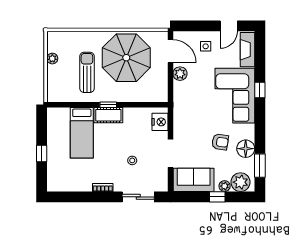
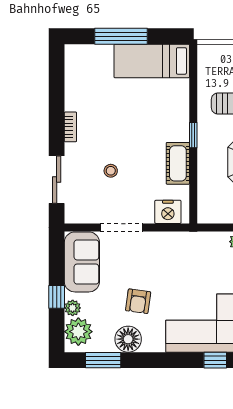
cot: (108, 115) -> (178, 163), moved
bed: (82, 133) -> (152, 61), moved
window: (42, 153) -> (121, 36), width x2.17

